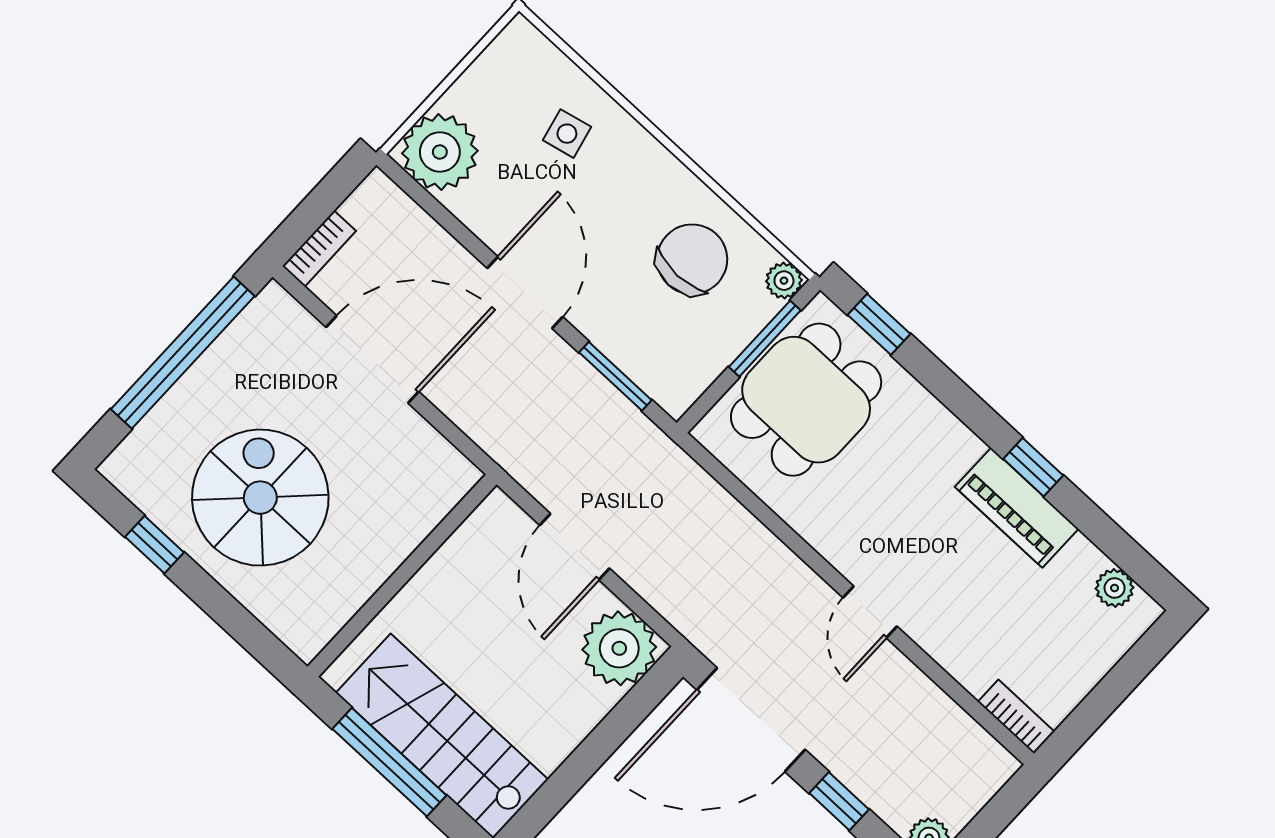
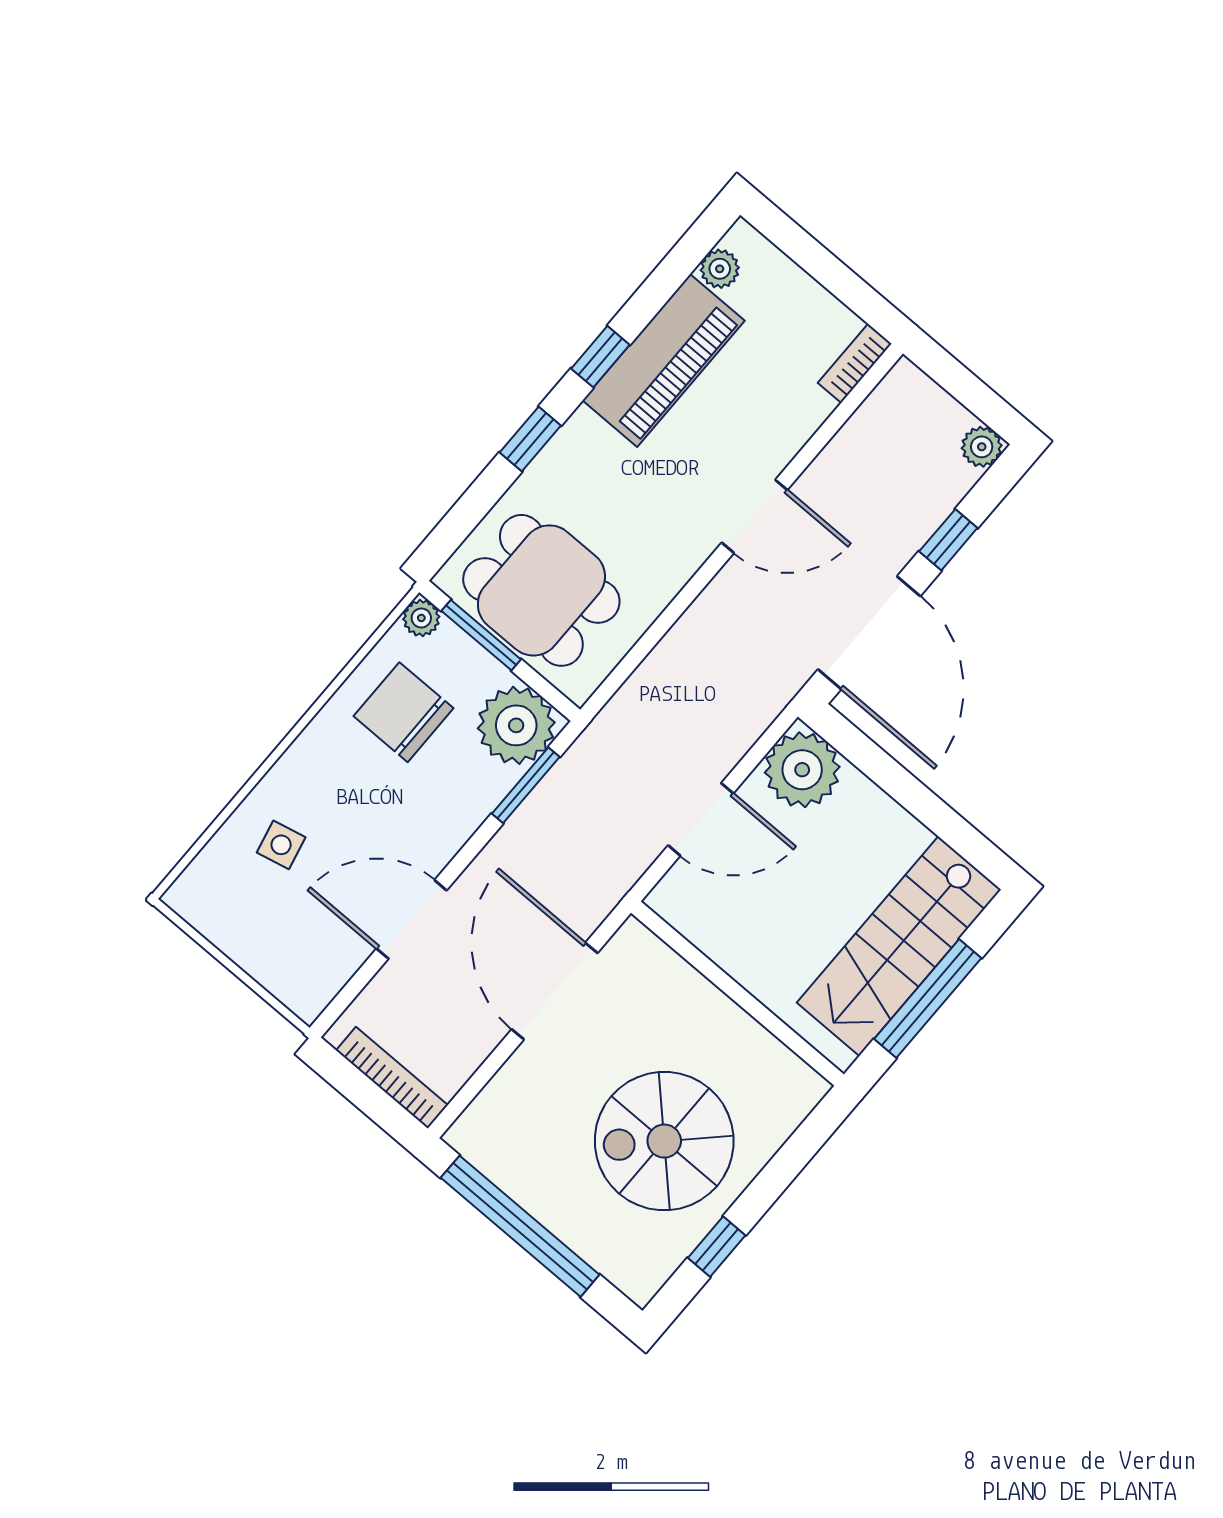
plant: (440, 152) -> (516, 725), moved
bookcase: (319, 249) -> (392, 1078), width x1.56
door: (525, 293) -> (412, 919), moved
window: (879, 324) -> (530, 439), moved
door: (372, 359) -> (555, 991), moved
piano: (1017, 508) -> (664, 361), width x1.37, depth x1.33
door: (870, 612) -> (755, 516), width x1.38

